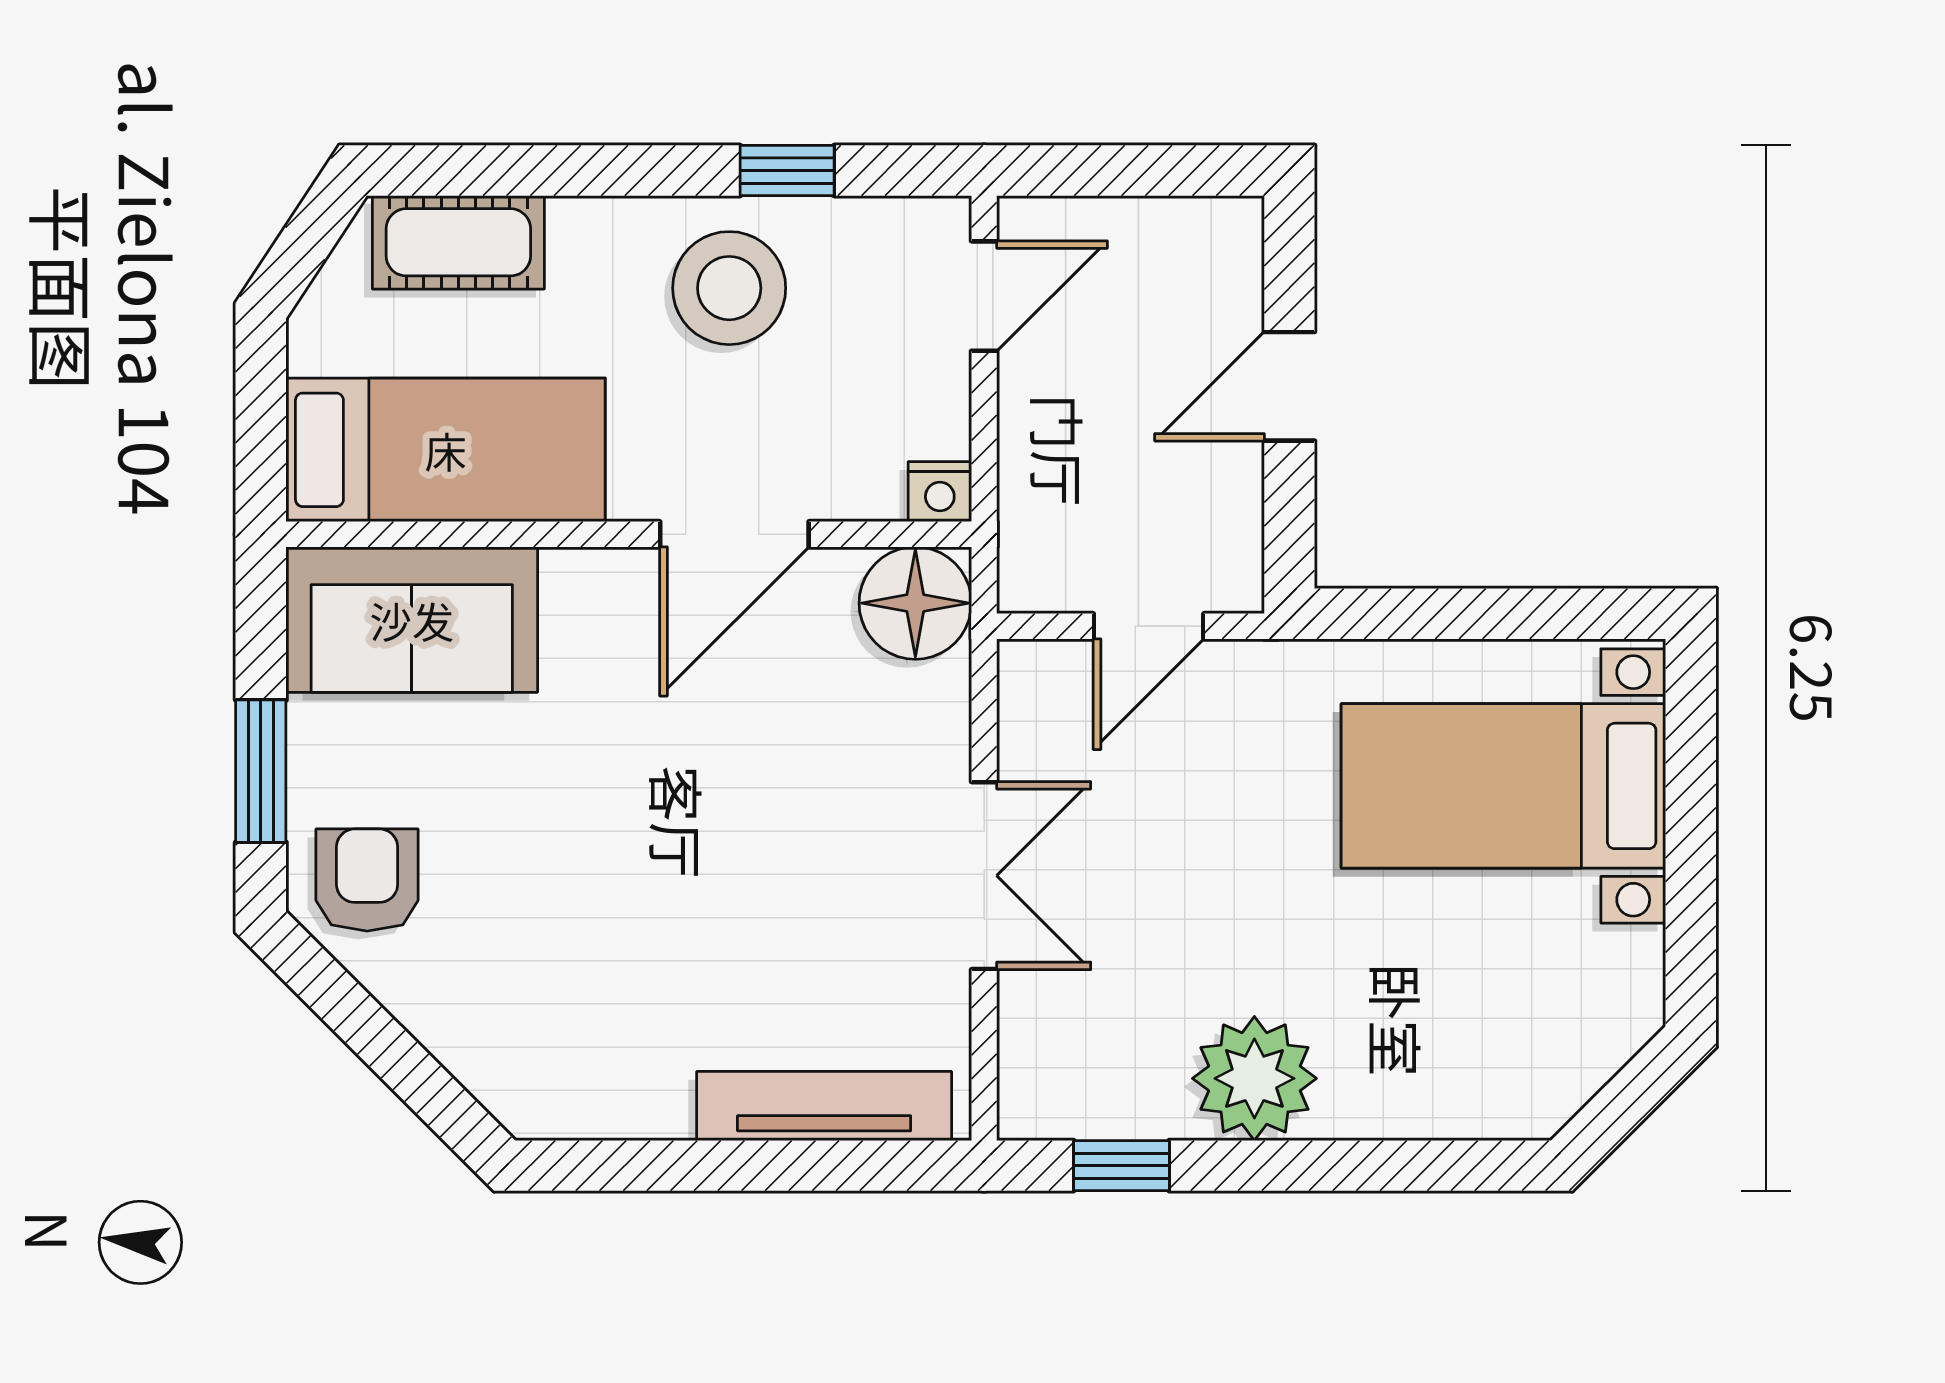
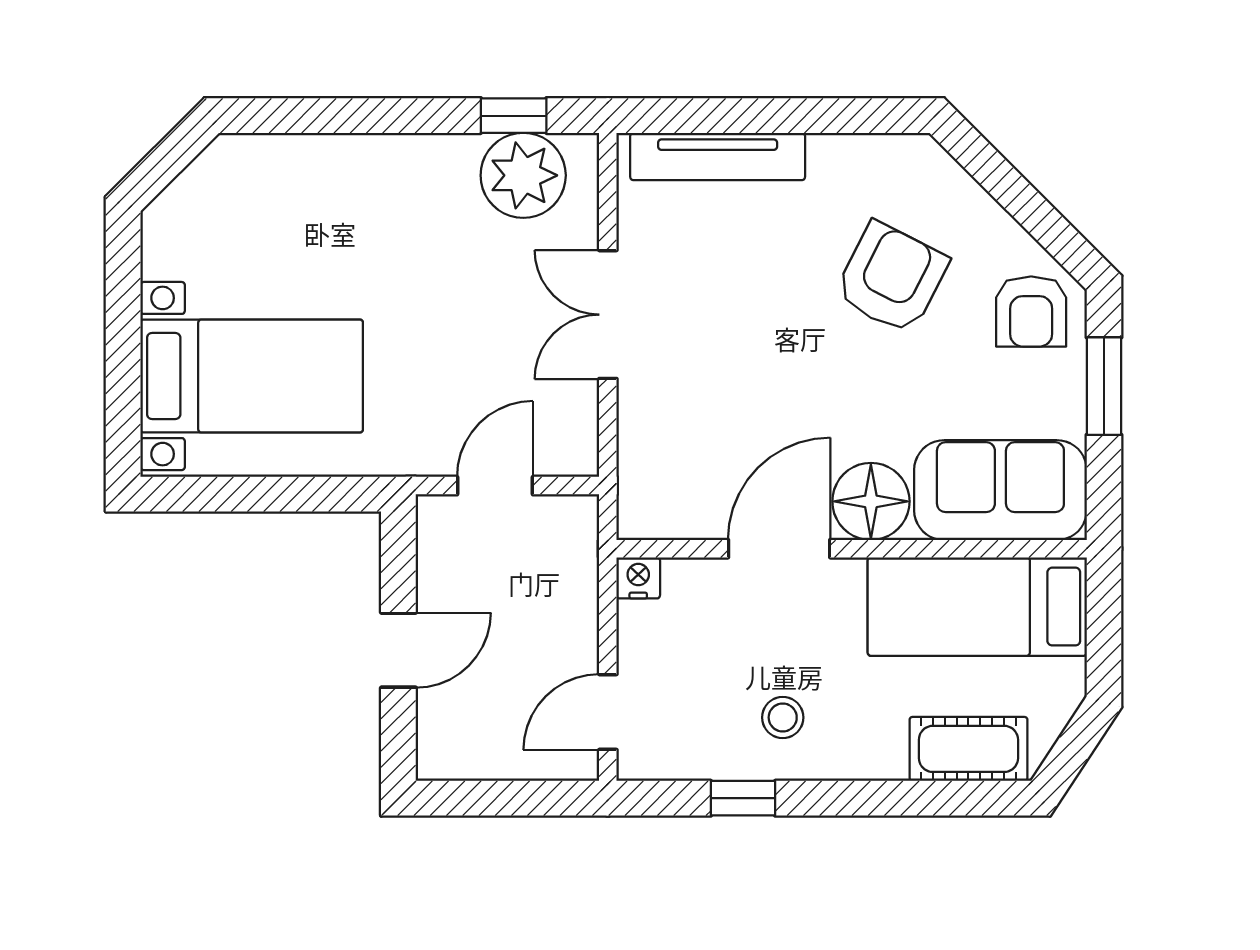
stool: (729, 288) -> (783, 717), width x0.53, depth x0.53
floor lamp: (915, 603) -> (871, 501), moved
armchair: (571, 929) -> (891, 278), added
plant: (1254, 1078) -> (523, 175), moved

